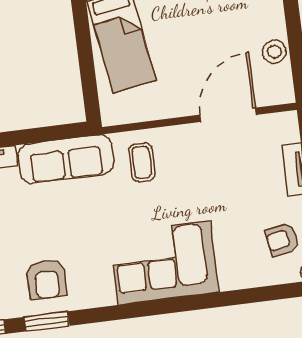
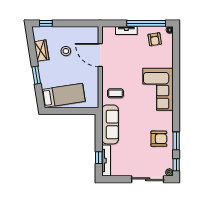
stool: (274, 52) -> (66, 51), moved

